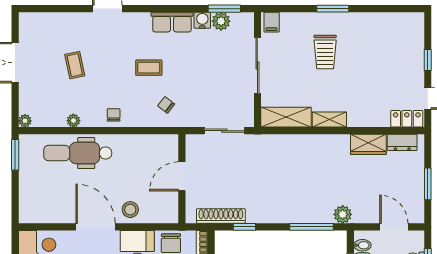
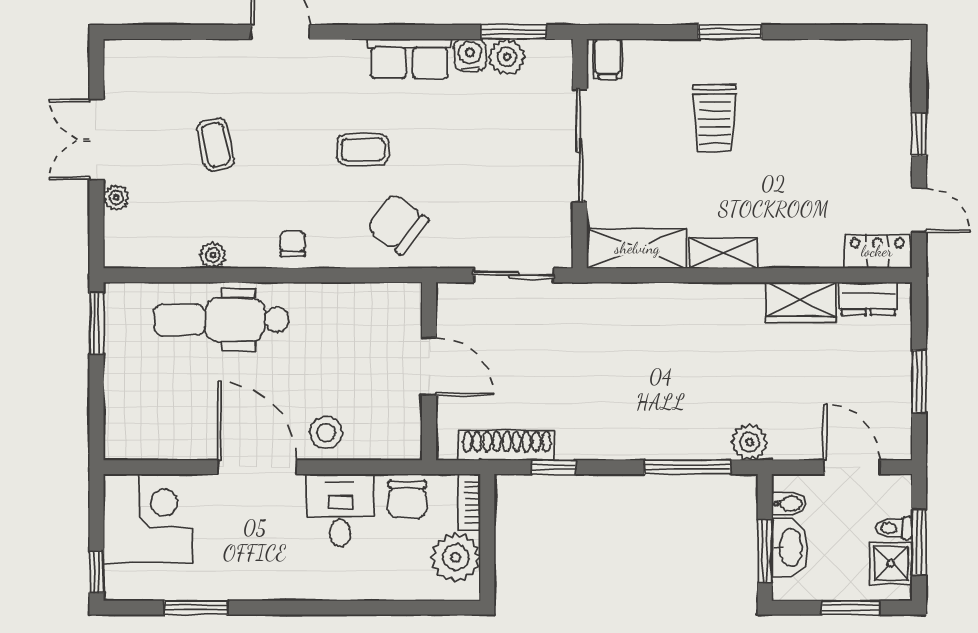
chair: (166, 105) -> (398, 224), width x1.87, depth x1.87
plant: (25, 121) -> (116, 198), moved
door: (182, 176) -> (429, 366), swing flipped

